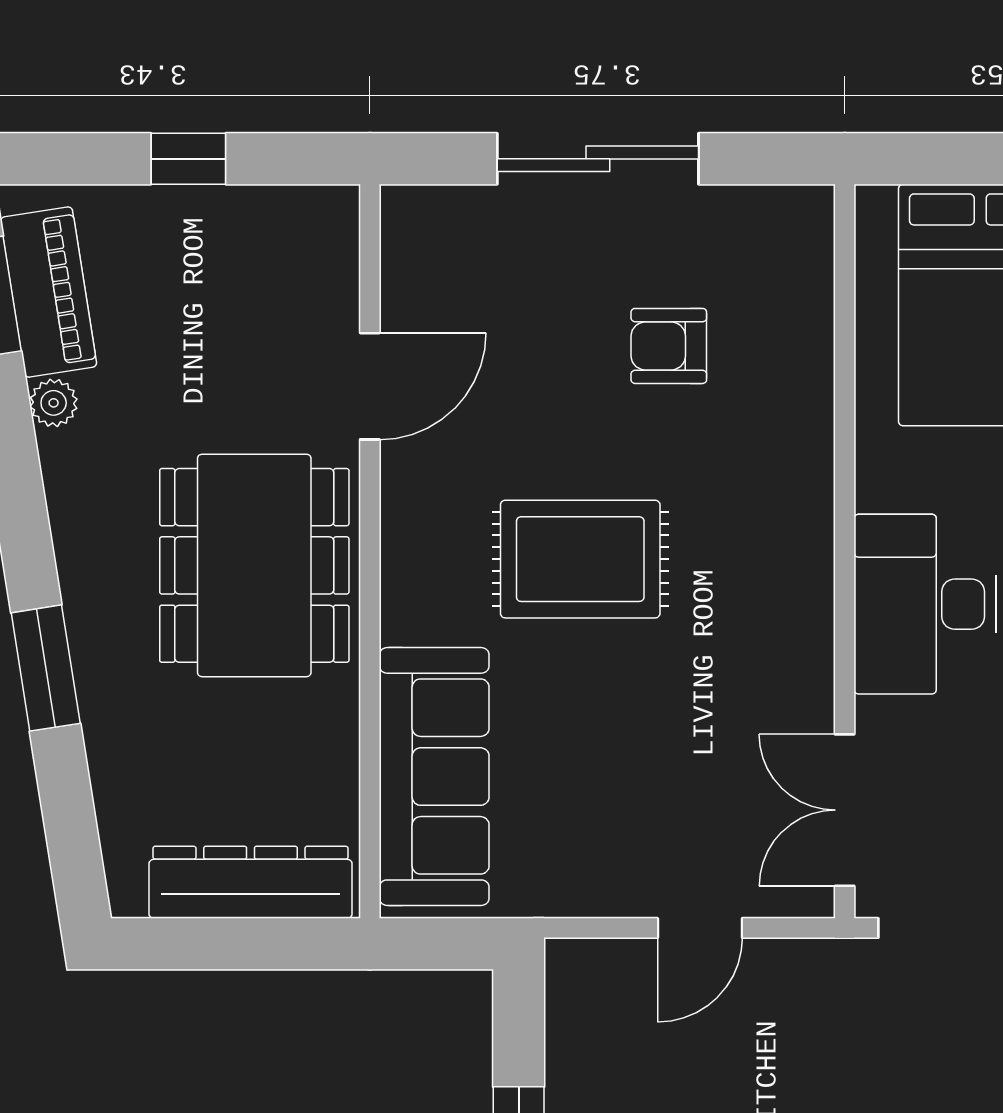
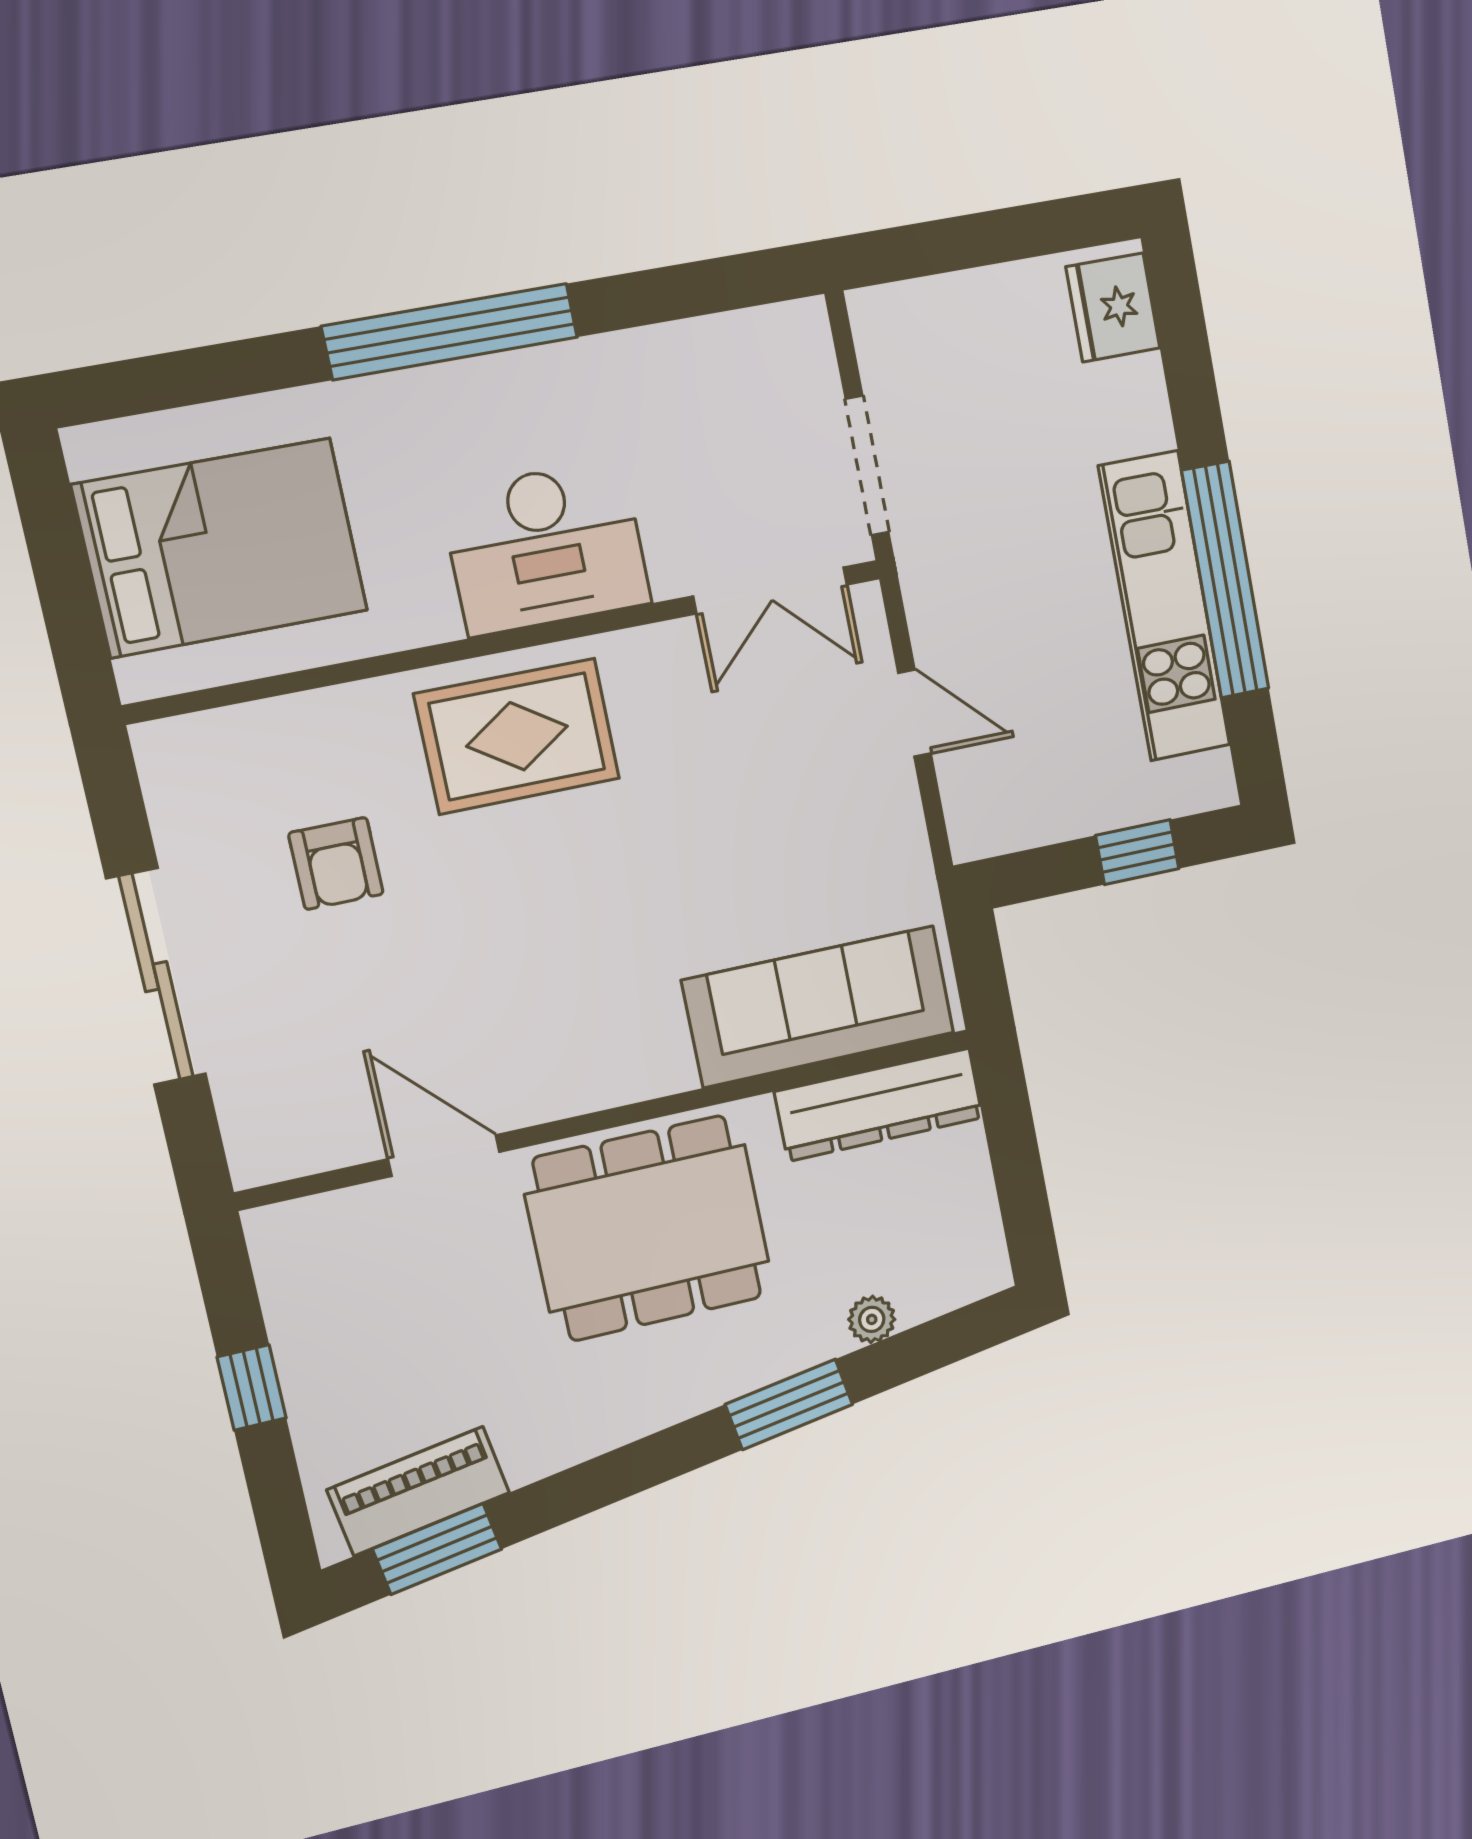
plant: (54, 403) -> (872, 1319), moved
rug: (580, 559) -> (517, 736), moved, turned 90
dresser: (251, 882) -> (879, 1105), moved, turned -90

